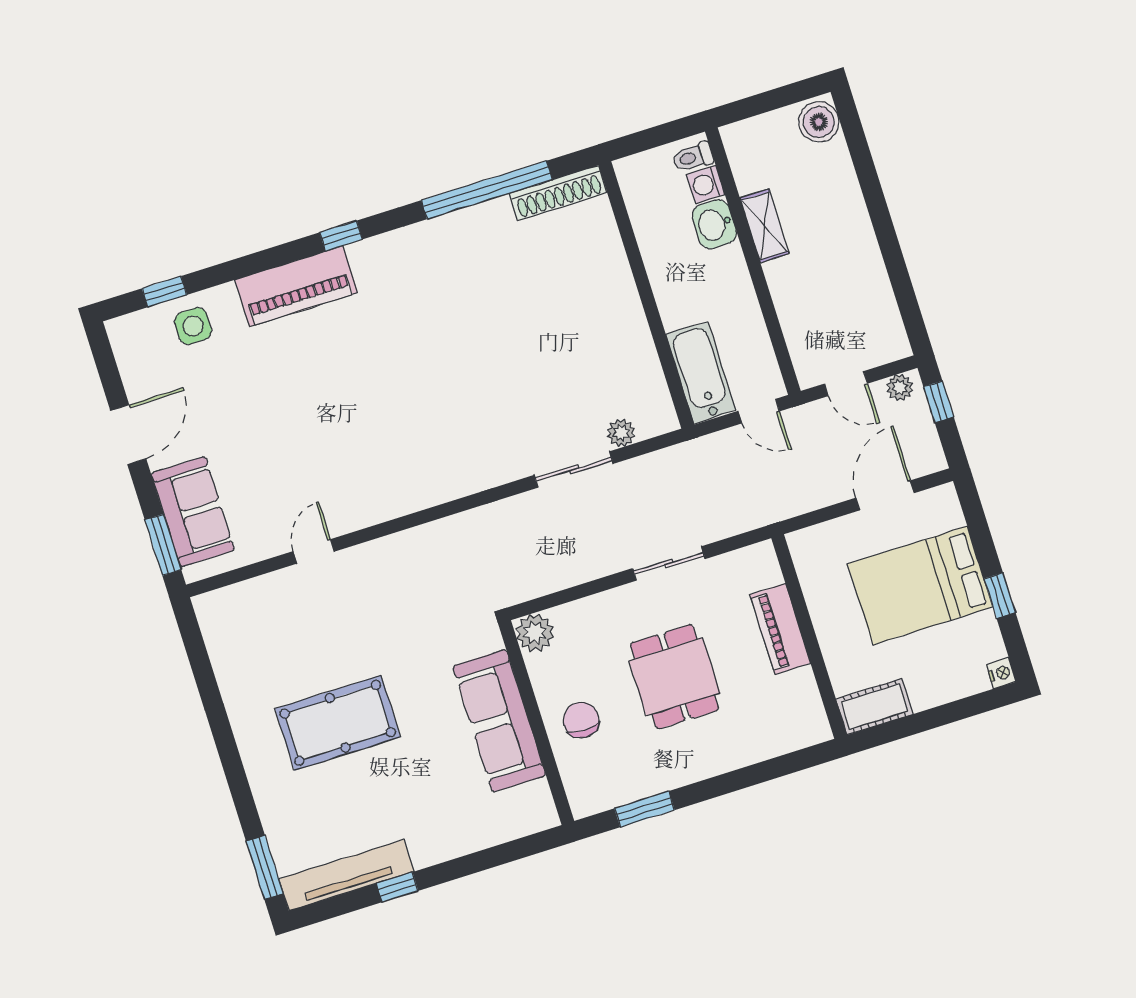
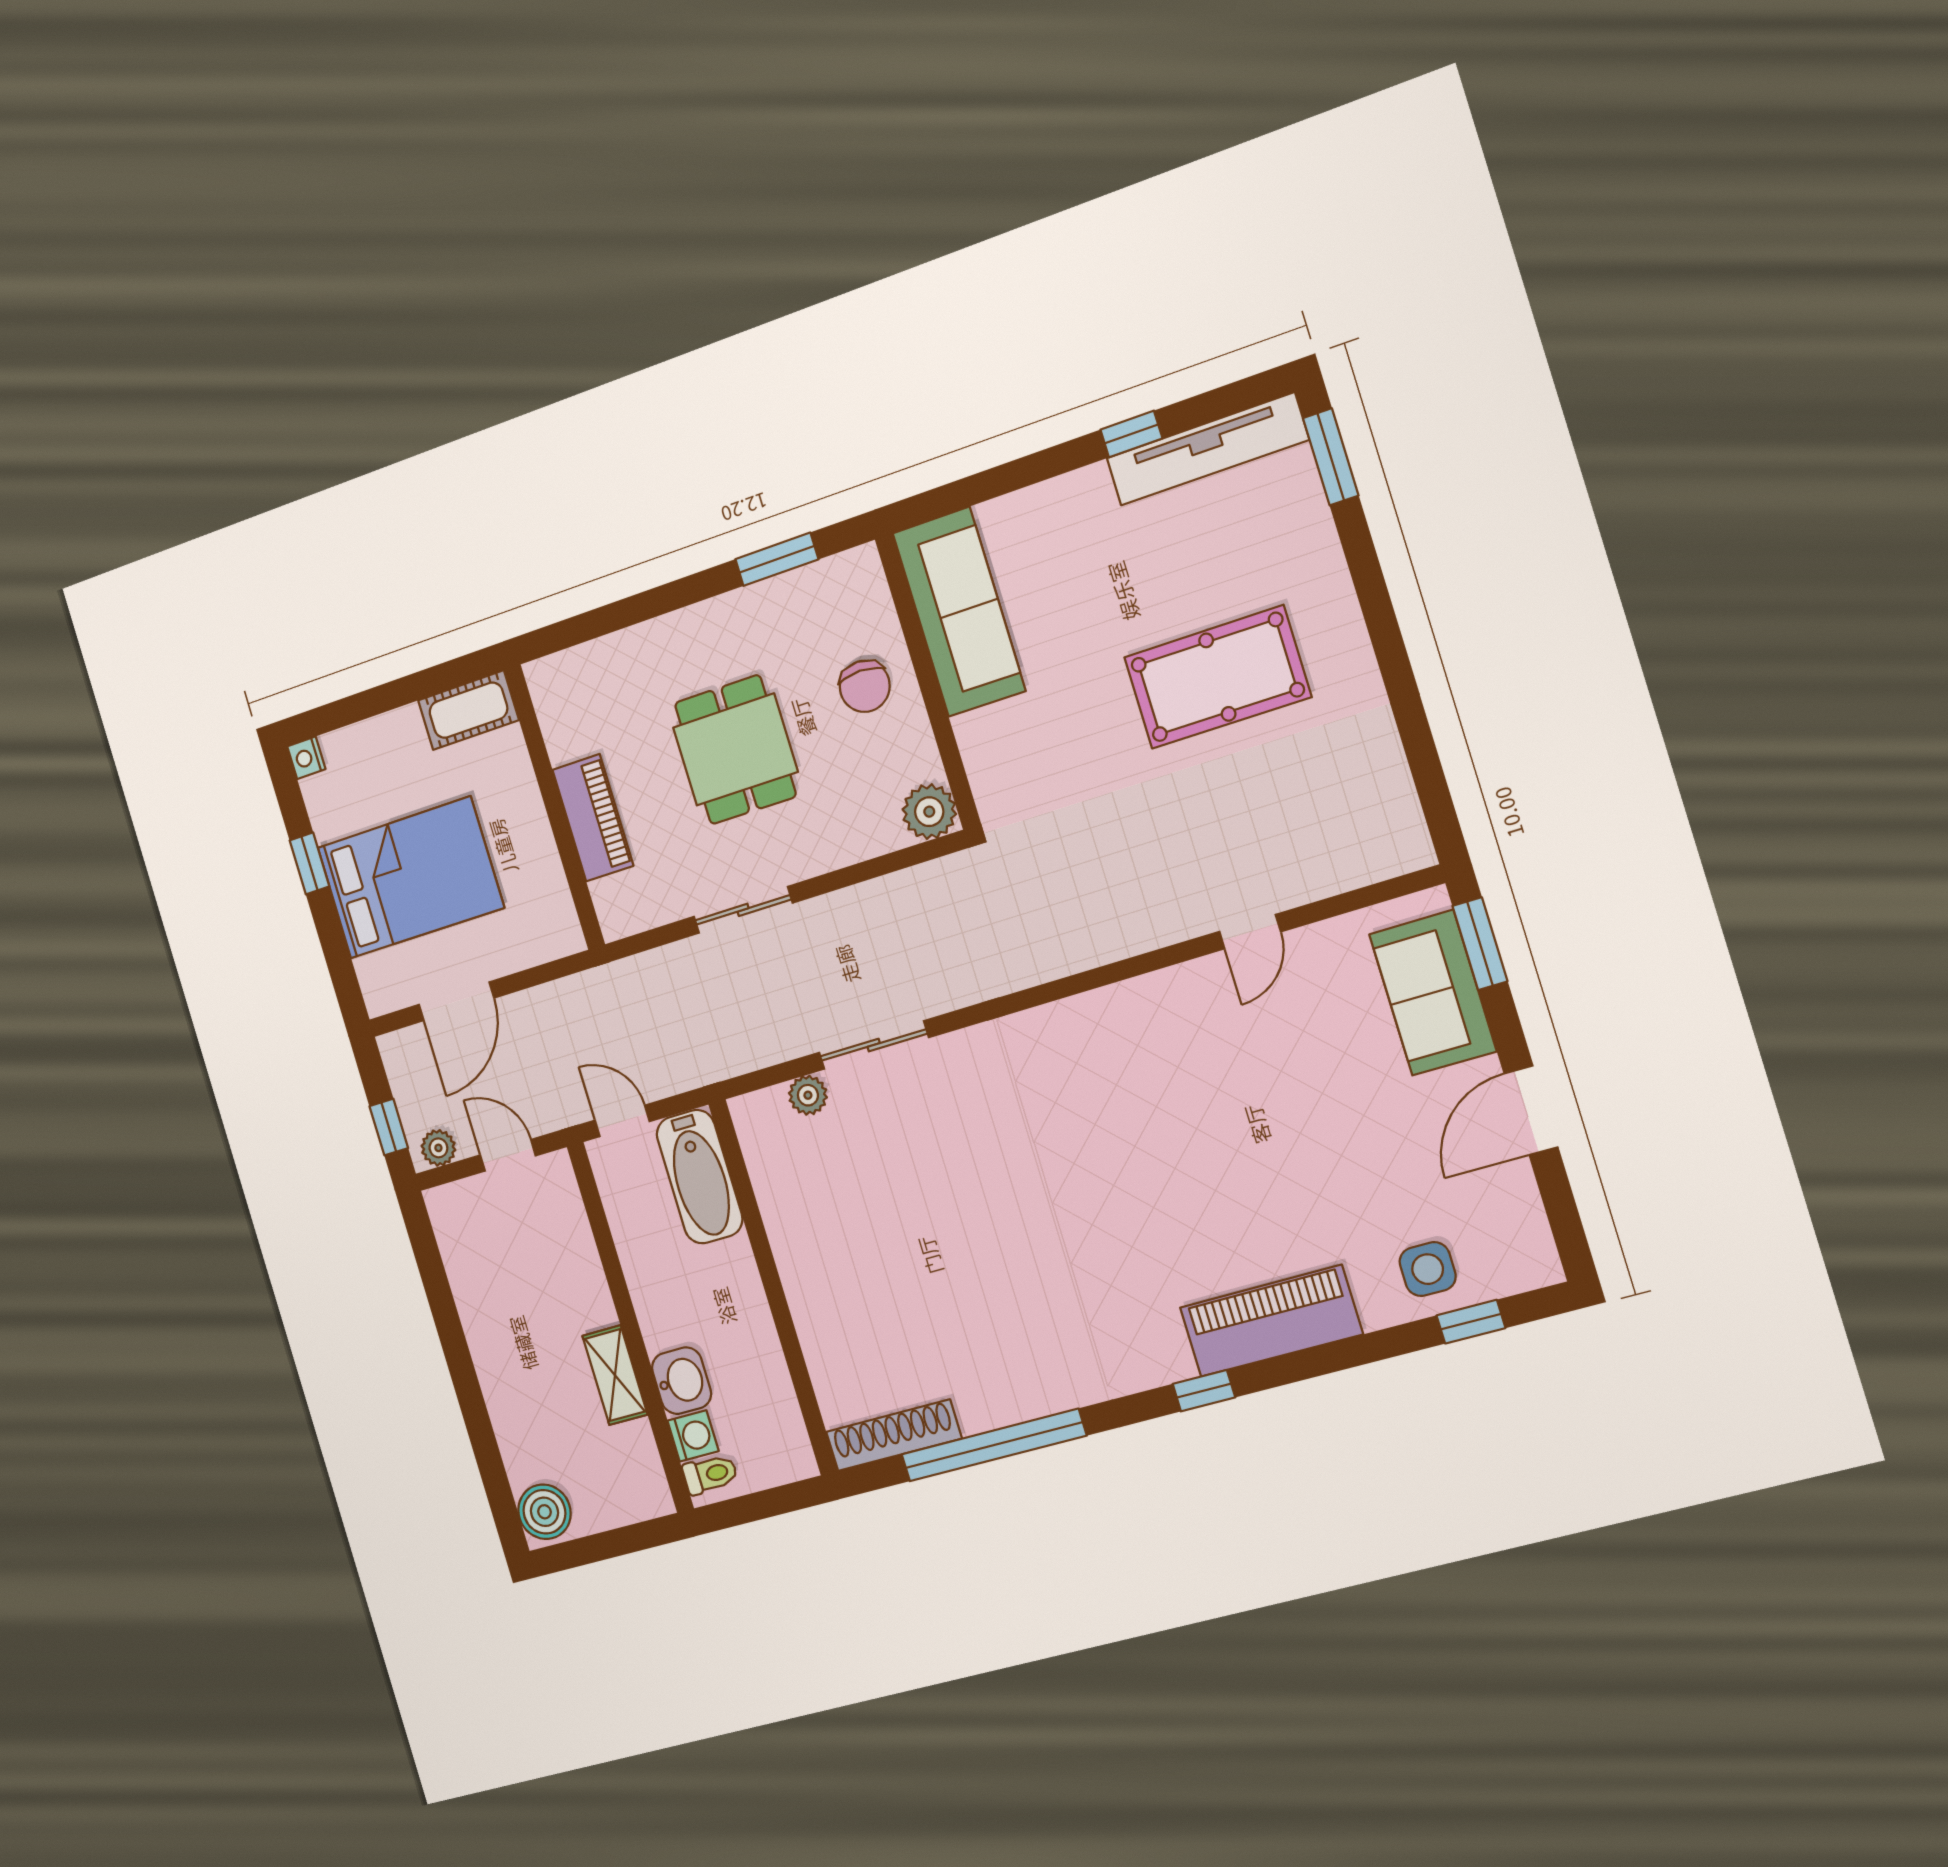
sofa: (499, 721) -> (959, 612), moved

